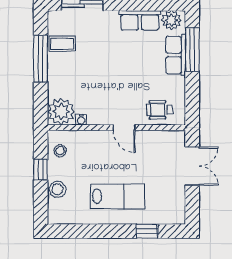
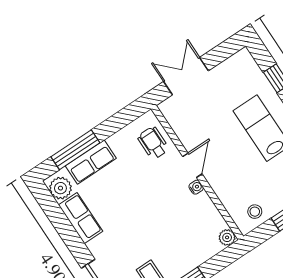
wheelchair: (160, 110) -> (153, 143), turned 180
plant: (61, 112) -> (227, 237), width x0.53, depth x0.53
water cooler: (81, 120) -> (196, 187), moved

